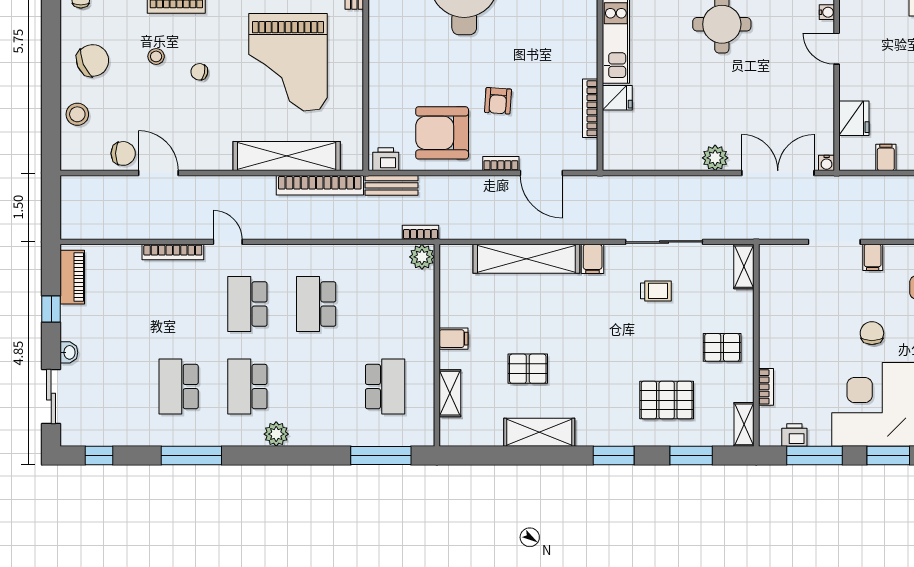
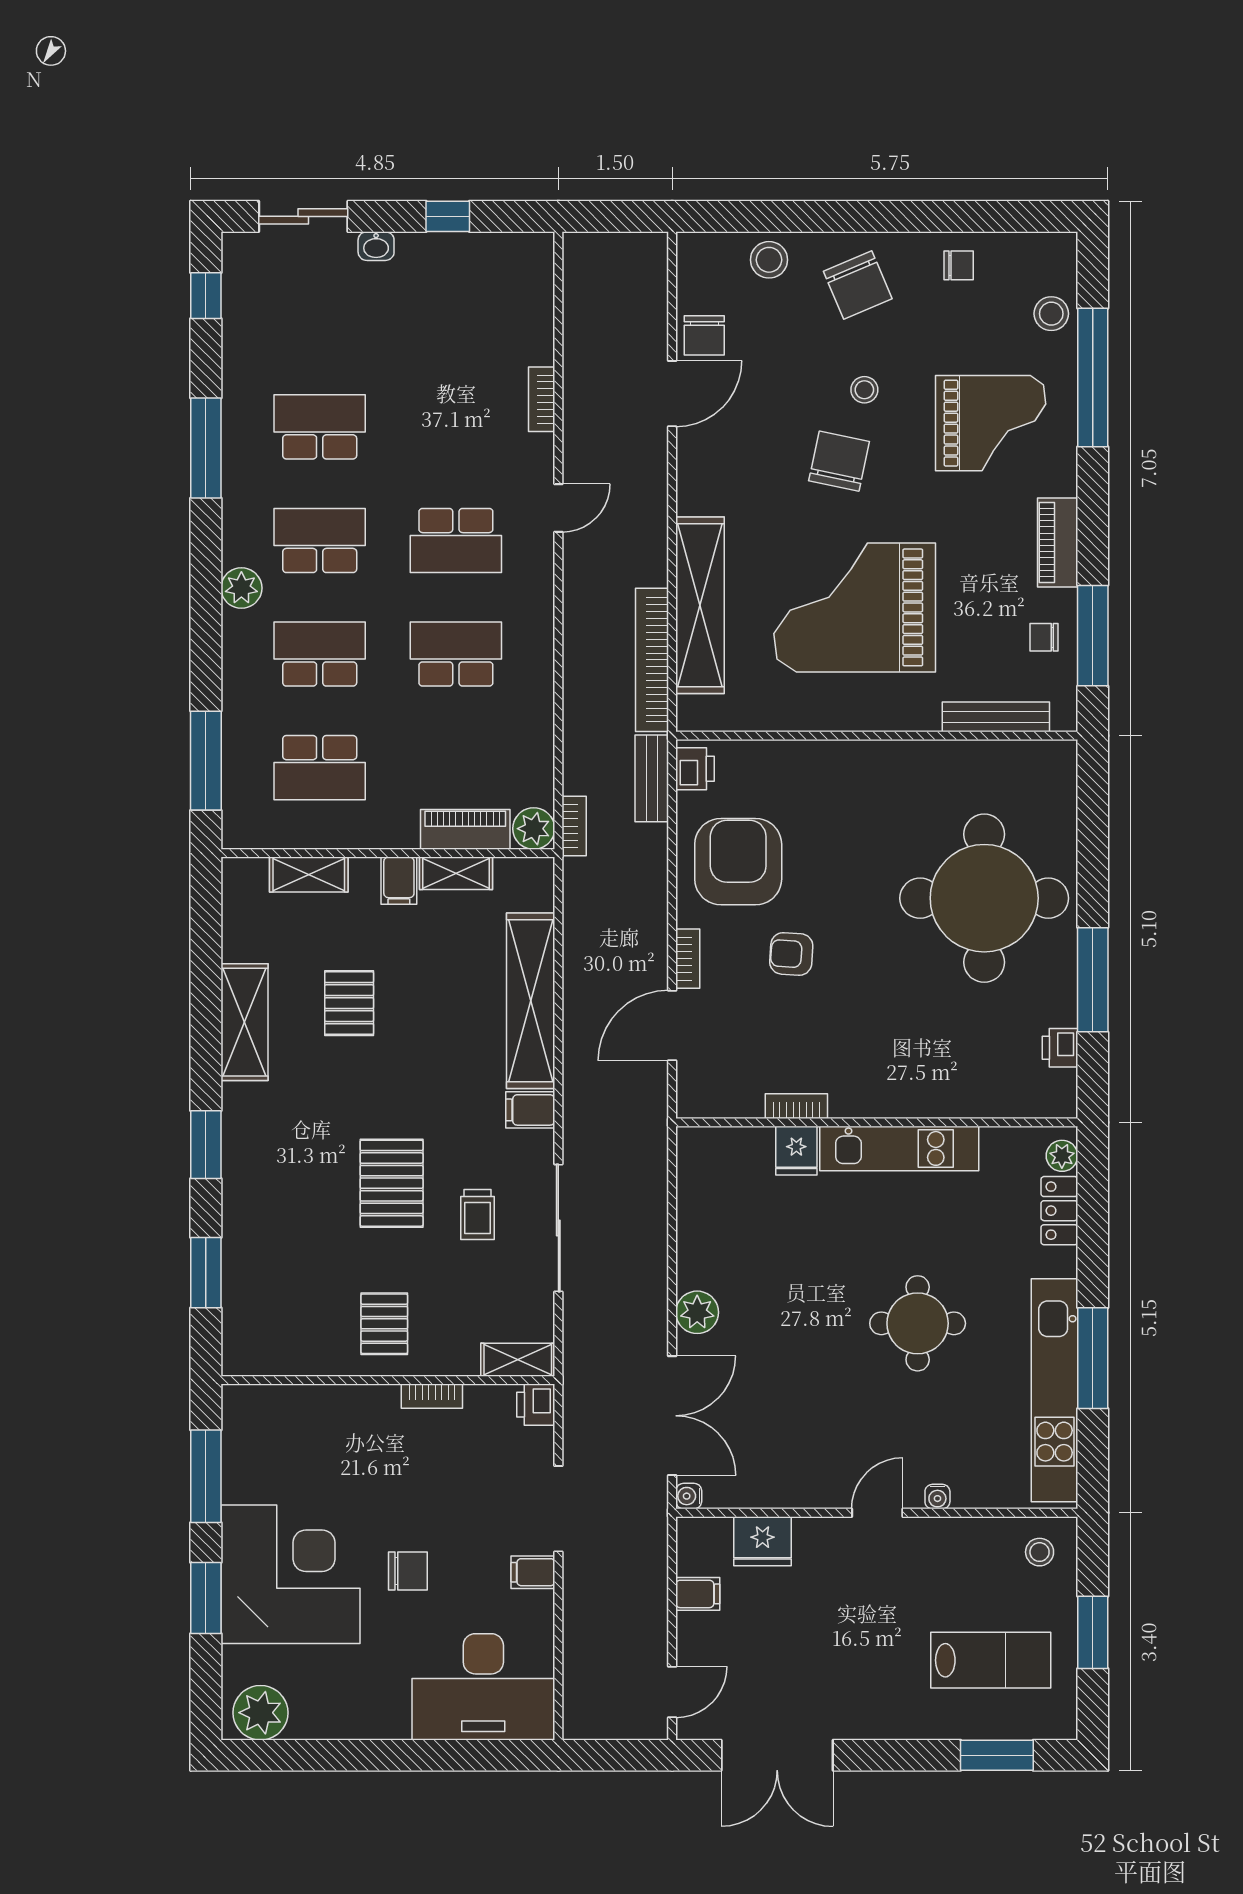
chair: (199, 72) -> (839, 461), width x1.87, depth x1.87
bookcase: (590, 108) -> (796, 1106), width x0.64
bookcase: (173, 252) -> (542, 399), width x0.64
piano: (72, 277) -> (465, 829), moved, turned 180
school desk: (247, 304) -> (456, 540), turned 180
school desk: (316, 387) -> (320, 654), added
bookcase: (766, 387) -> (432, 1396), moved
pallet: (667, 400) -> (392, 1183), moved
shelving: (744, 424) -> (456, 873), moved
printer: (794, 435) -> (536, 1405), moved, turned 180

